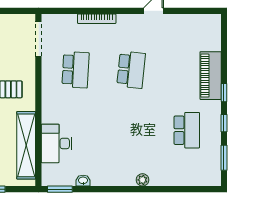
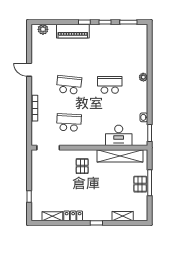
plant: (213, 31) -> (43, 29), added
school desk: (187, 130) -> (110, 85), moved

